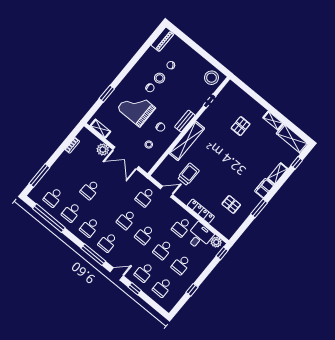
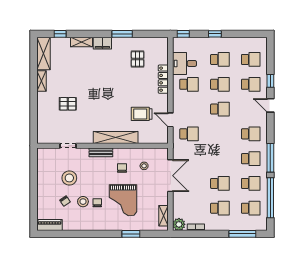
stool: (211, 78) -> (69, 178), moved
plant: (103, 149) -> (179, 224), moved
school desk: (126, 220) -> (220, 208), moved
plant: (216, 242) -> (178, 46), removed
window: (93, 255) -> (270, 158), moved
window: (192, 290) -> (215, 34), moved

